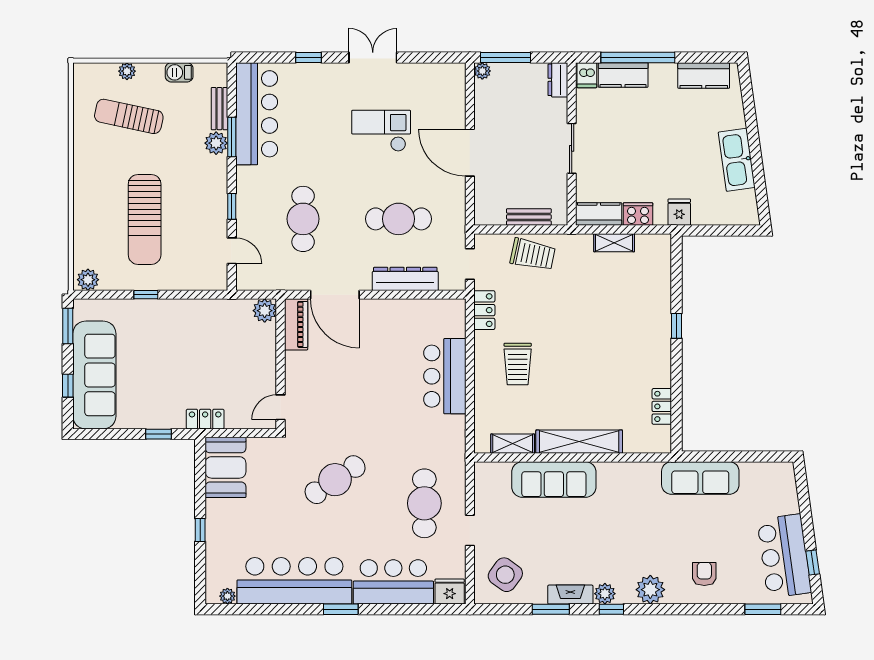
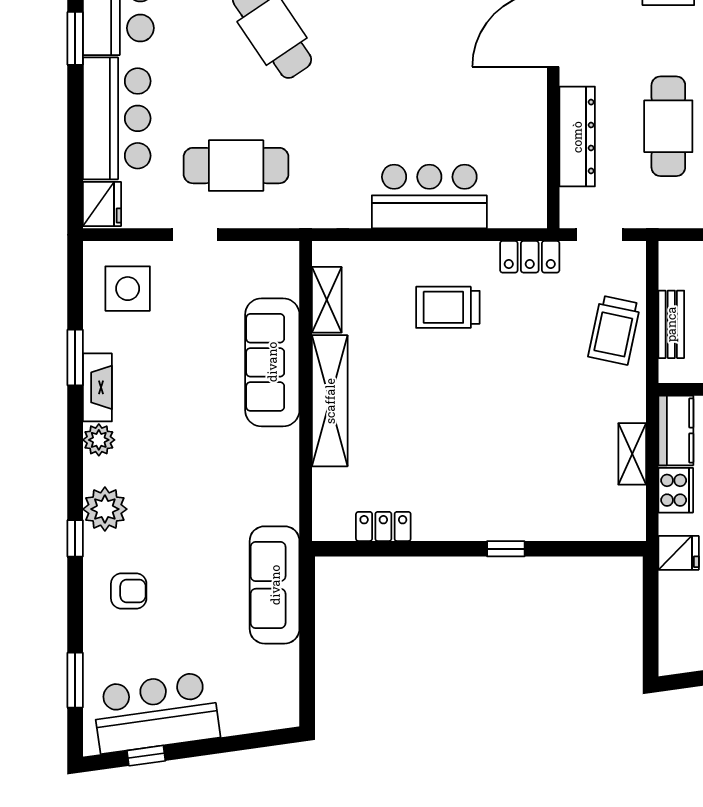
side table: (505, 575) -> (128, 289), turned -36
window: (611, 609) -> (75, 538), moved

